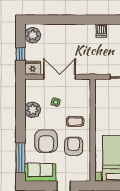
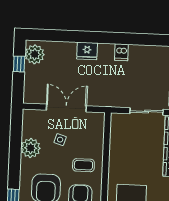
window: (20, 54) -> (19, 64), moved
fridge: (33, 68) -> (87, 51), moved, turned 180

